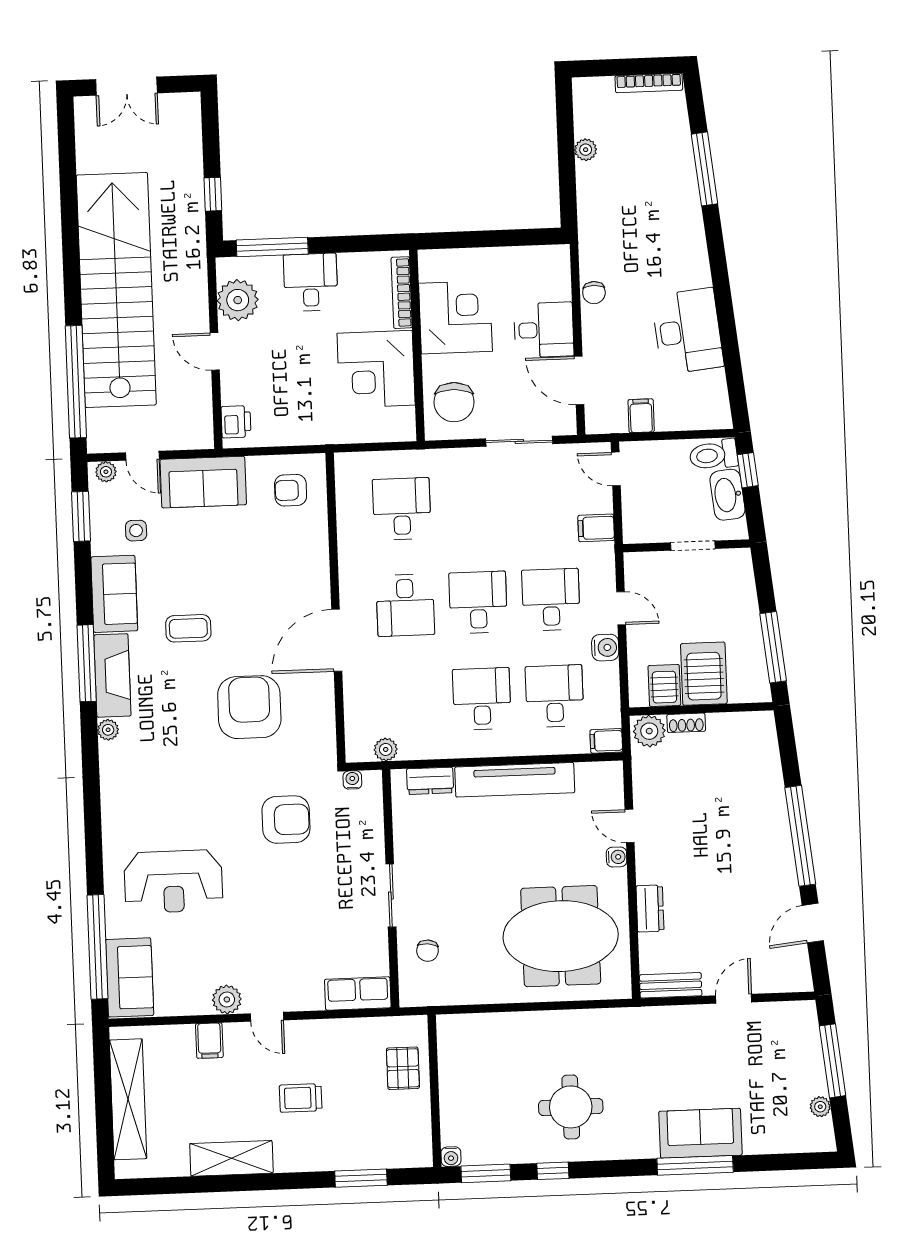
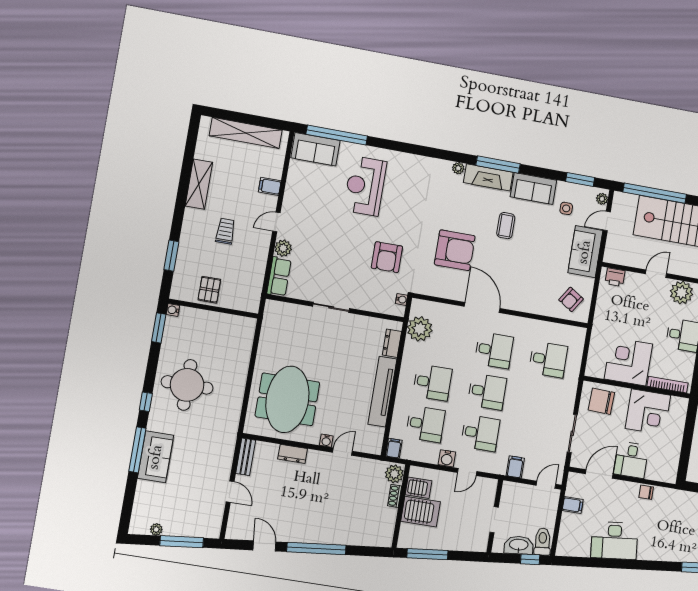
armchair: (291, 490) -> (571, 299), turned -147
desk: (405, 605) -> (494, 350), turned 180
plant: (386, 749) -> (420, 329), width x1.88, depth x1.88
chair: (428, 951) -> (295, 322), removed
plant: (227, 1000) -> (283, 248), moved
pallet: (403, 1068) -> (209, 290), moved, turned 90
round table: (571, 1107) -> (187, 385), width x1.36, depth x1.36
window: (553, 1171) -> (146, 402), moved

